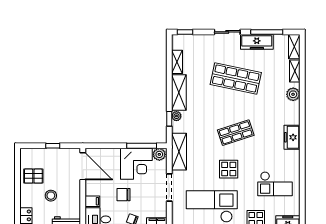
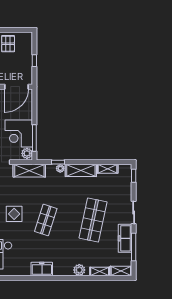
shop shelf: (236, 133) -> (46, 220), turned 36

